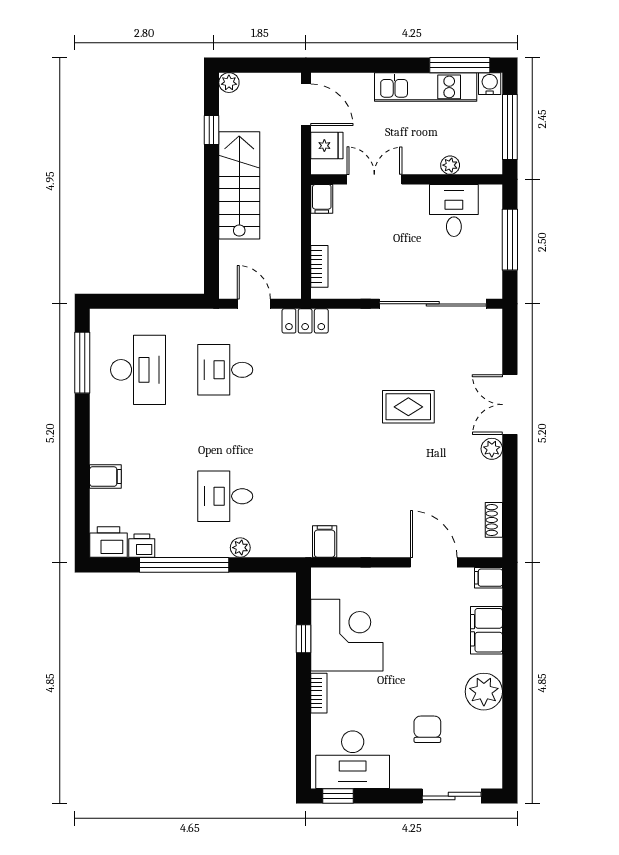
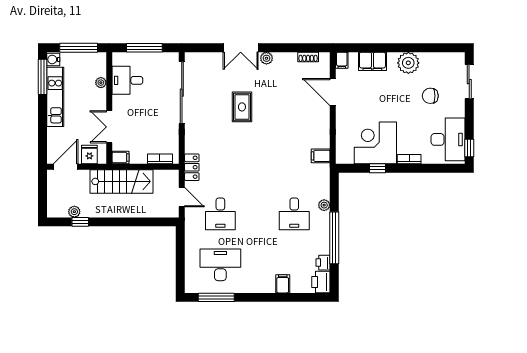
plant: (229, 83) -> (74, 212), moved
stairs: (239, 185) -> (122, 181), moved, turned 180
door: (254, 304) -> (182, 197), swing flipped
door: (434, 562) -> (333, 92), hinge flipped

